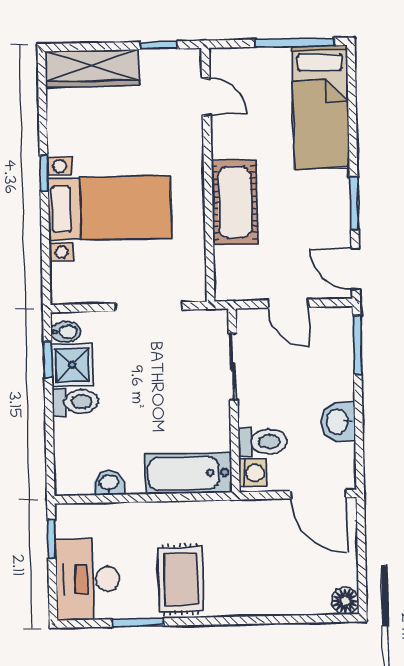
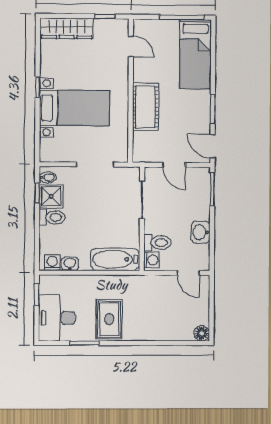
washing machine: (78, 482) -> (52, 263), added
door: (318, 494) -> (188, 273), width x0.73

